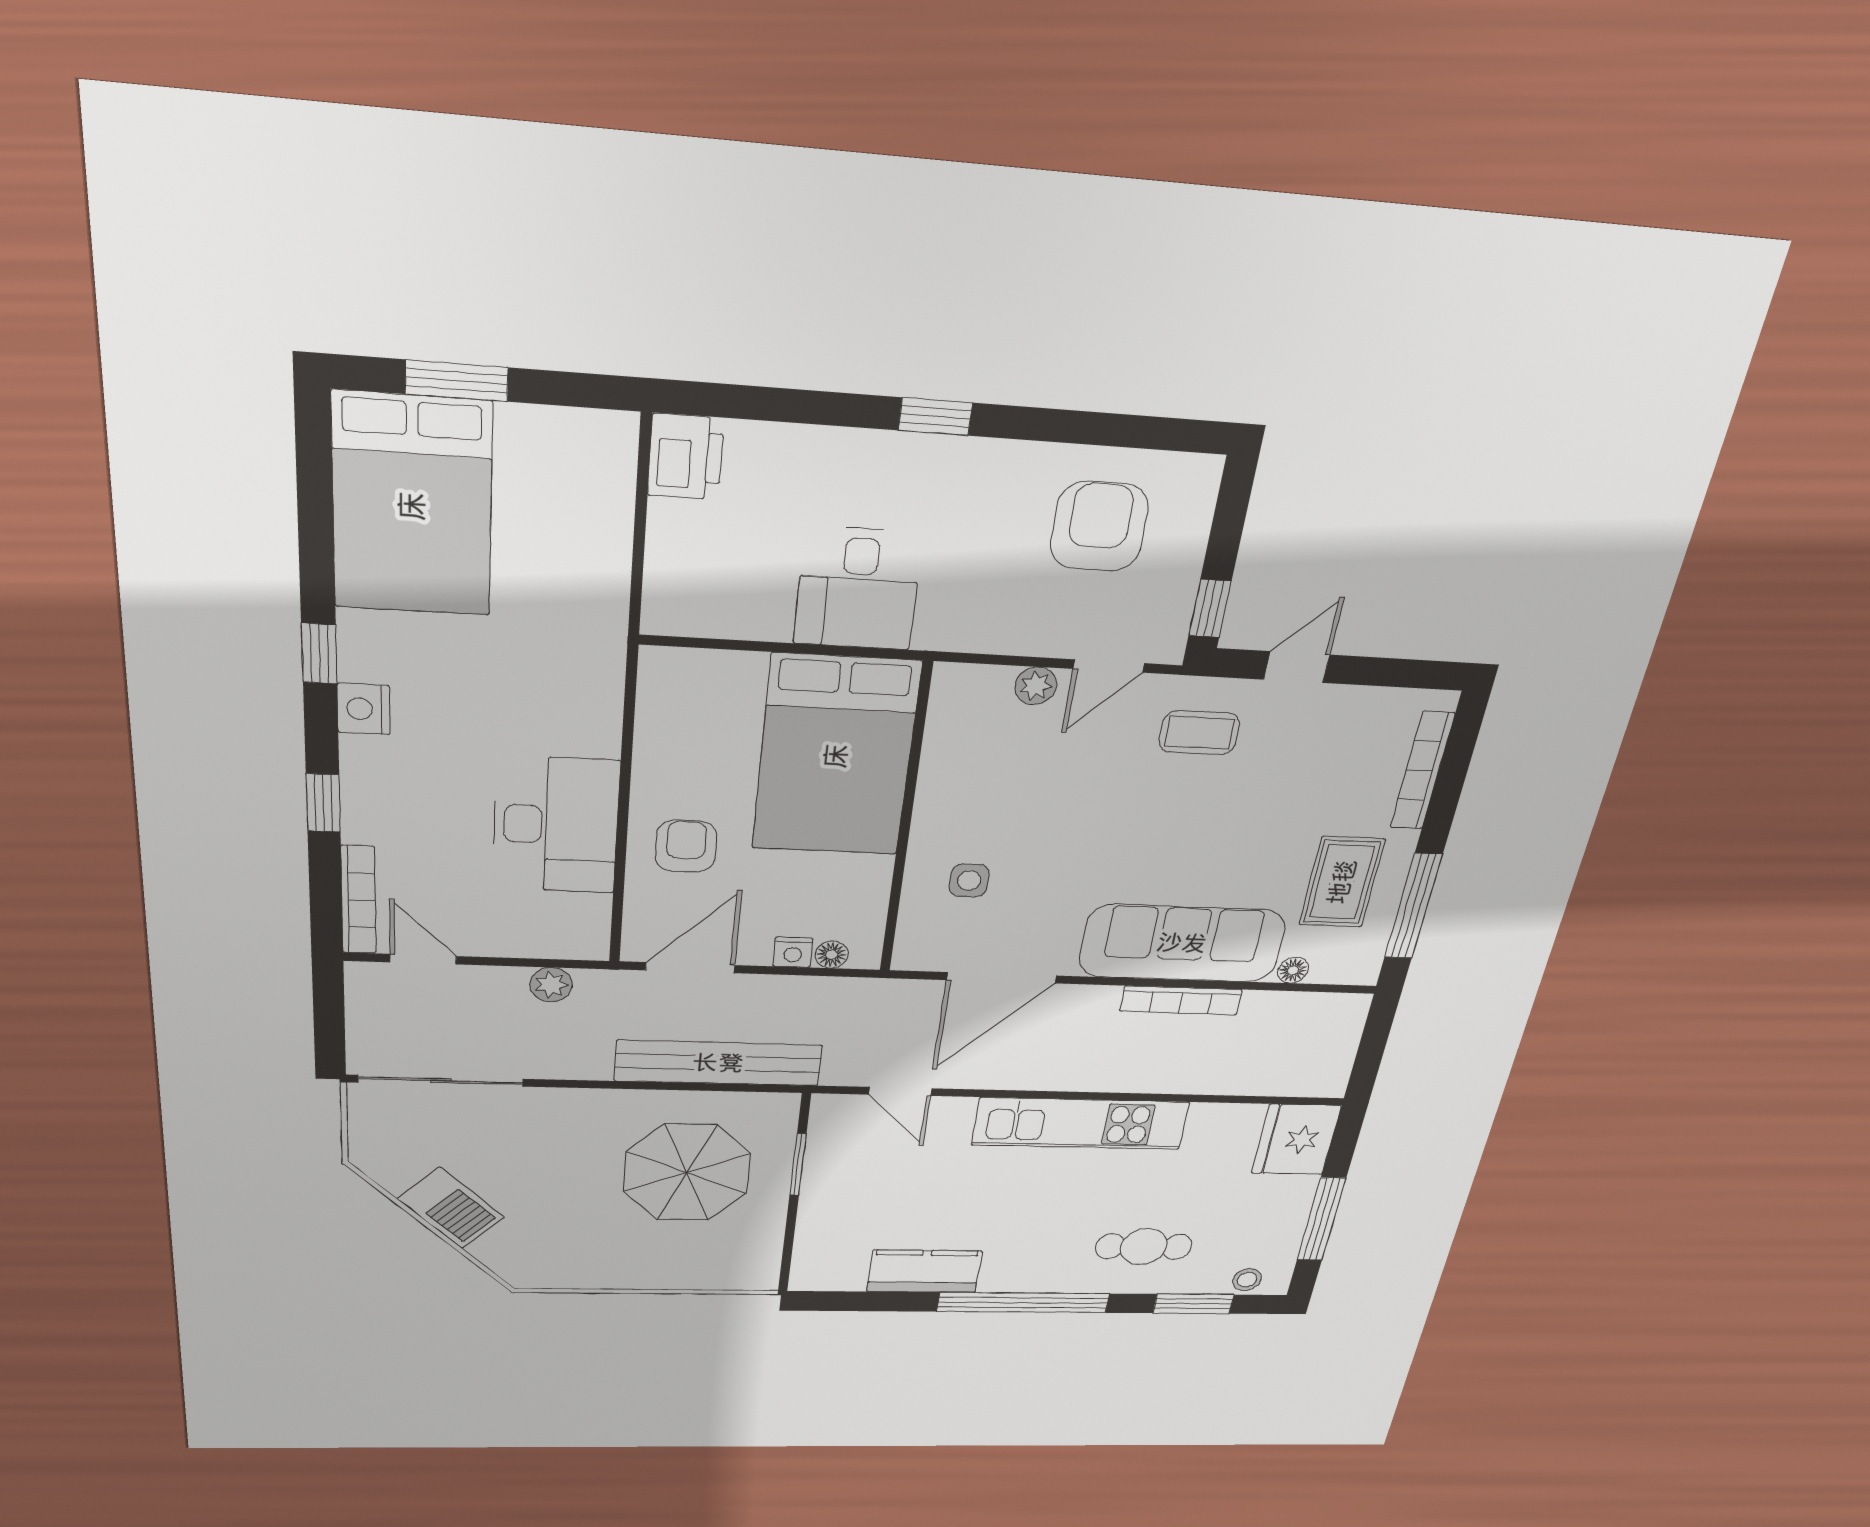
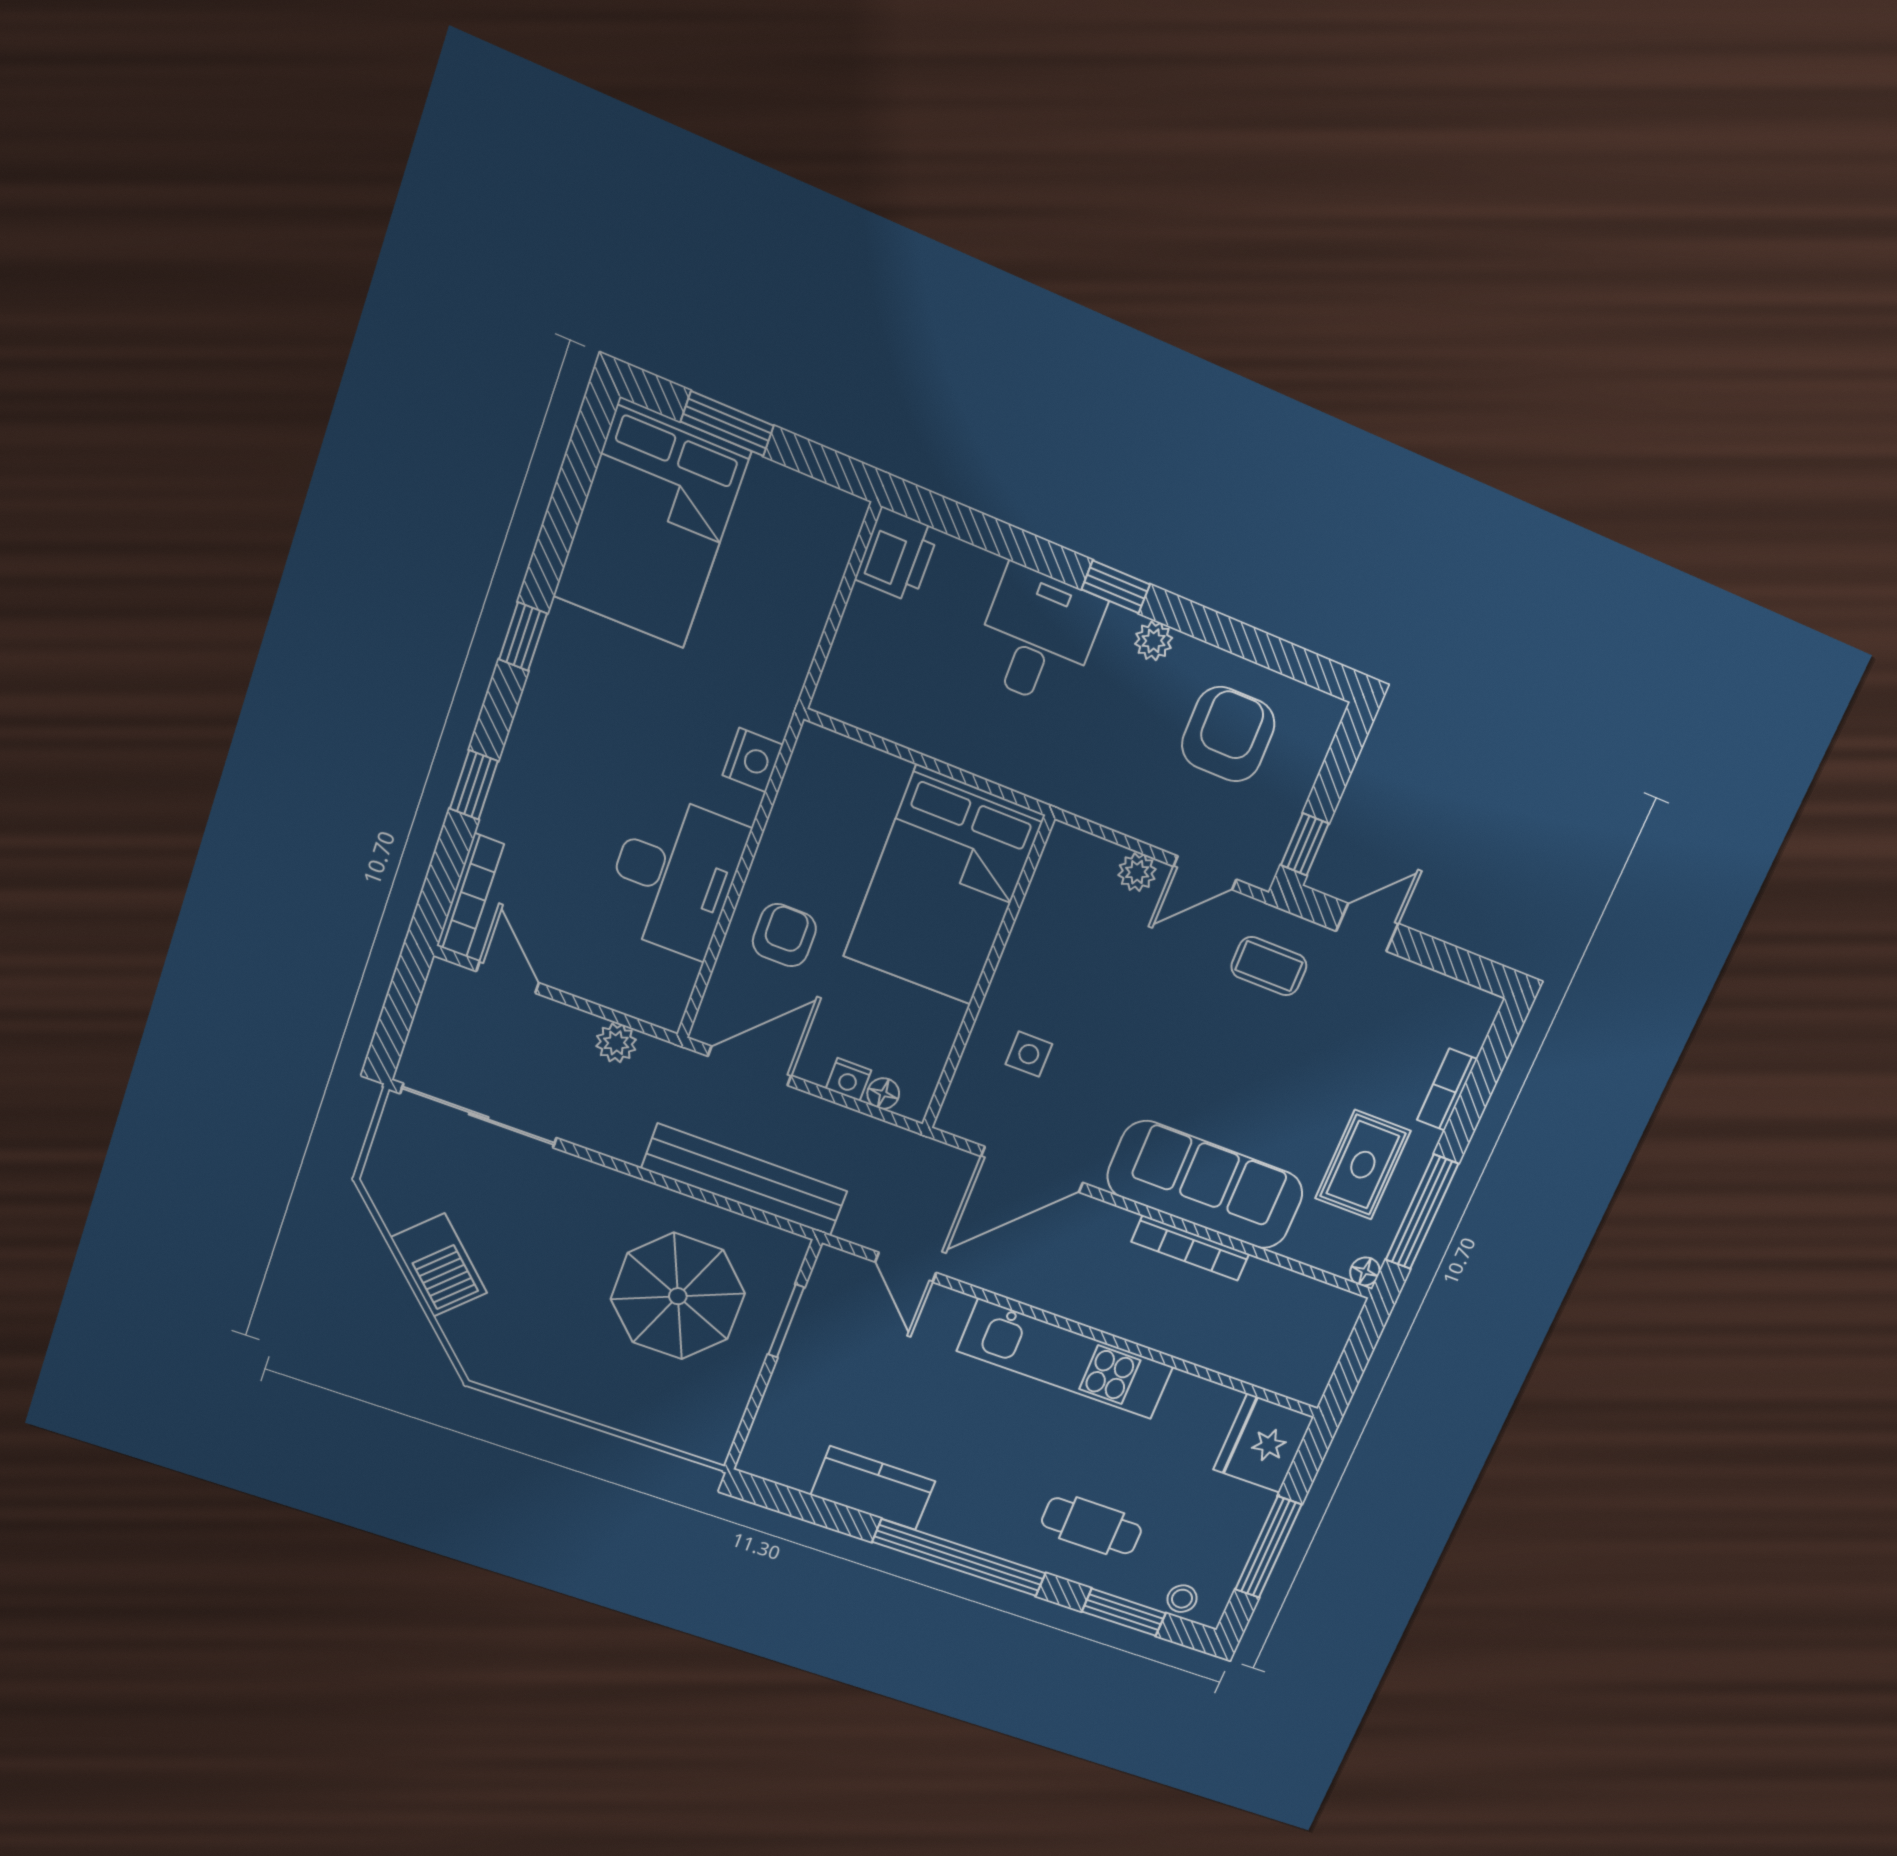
plant: (992, 458) -> (1154, 641), added
desk: (858, 588) -> (1038, 636), moved, turned 180
nightstand: (364, 709) -> (753, 760), moved, turned 180
bookcase: (1422, 771) -> (1447, 1089), width x0.64
floor lamp: (1293, 970) -> (1365, 1271), moved

